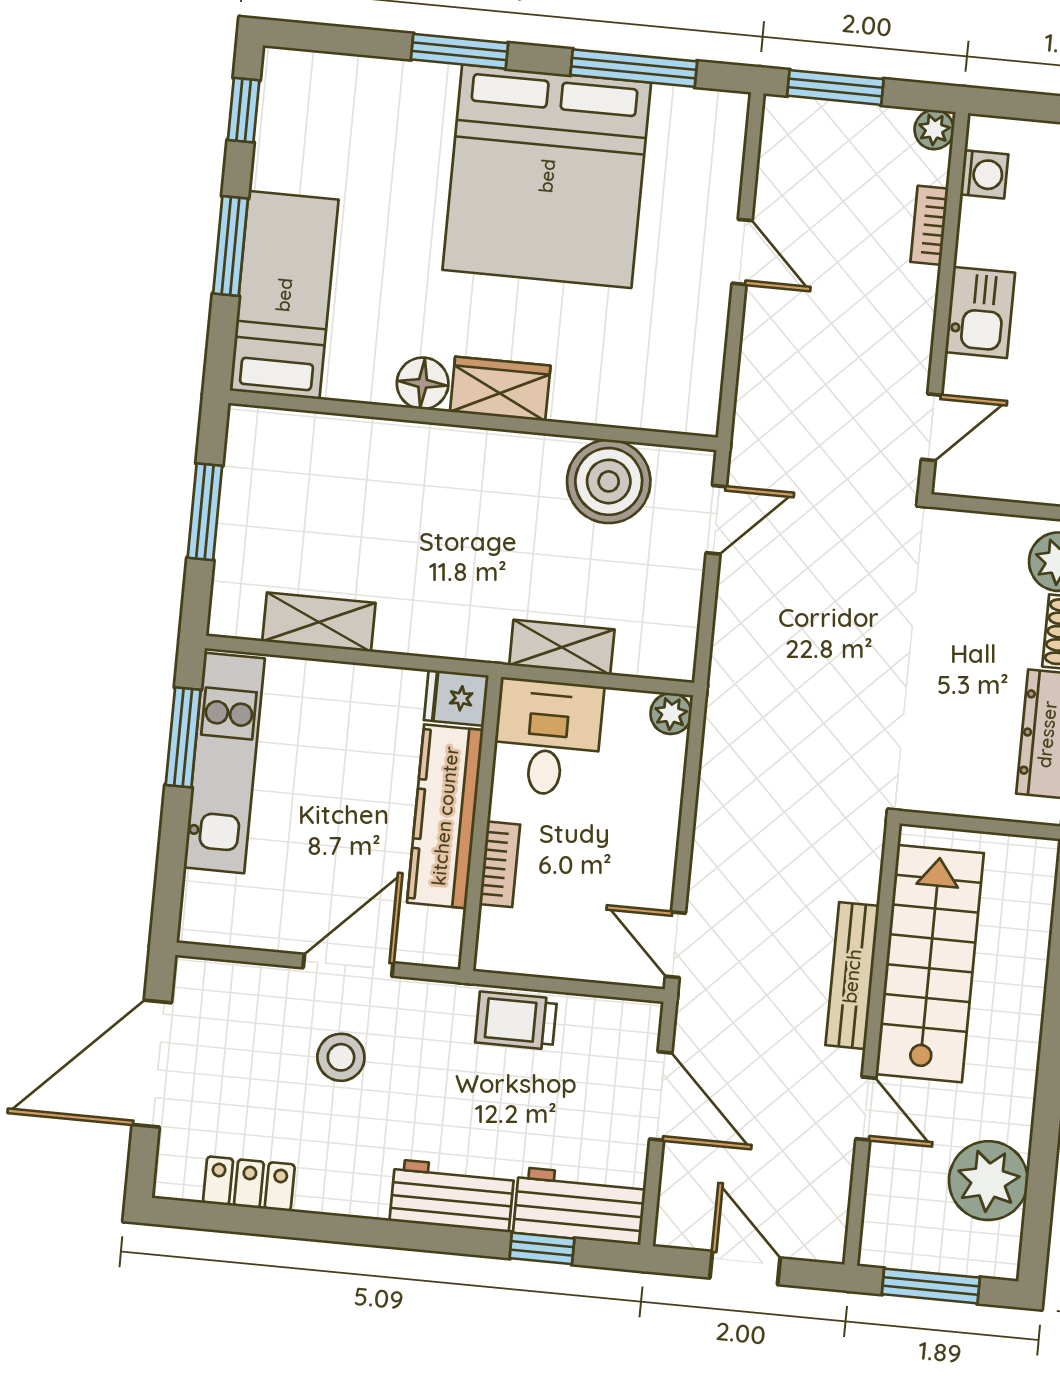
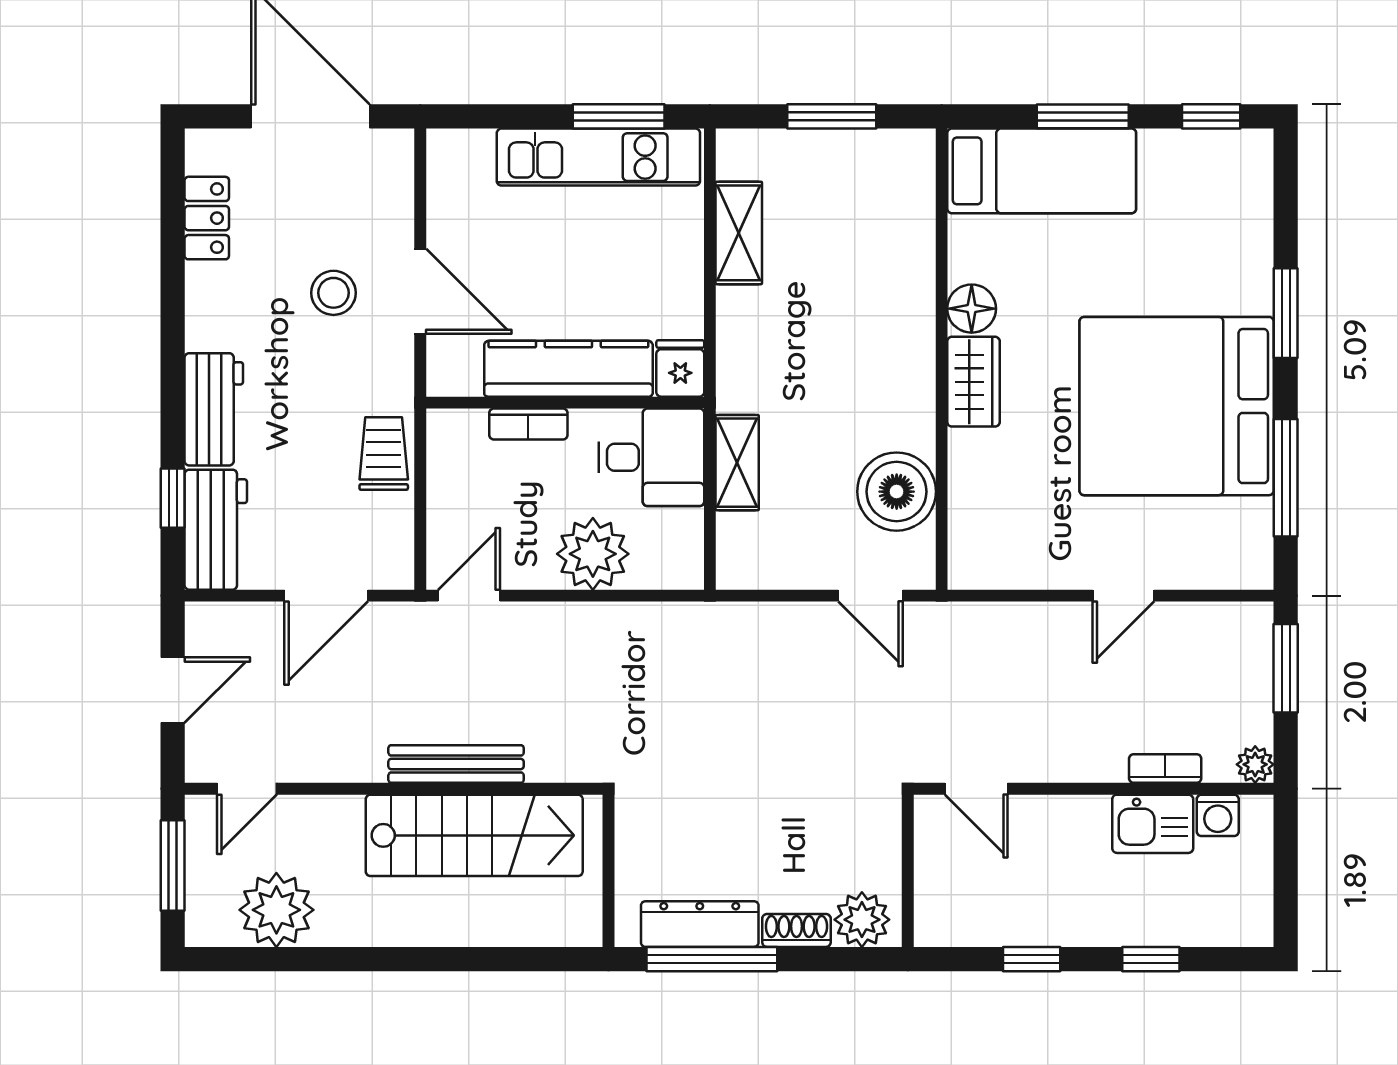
kitchen sink: (980, 312) -> (1153, 824), moved
plant: (671, 714) -> (593, 554), moved, width x1.88, depth x1.88
door: (866, 1108) -> (247, 789), moved

